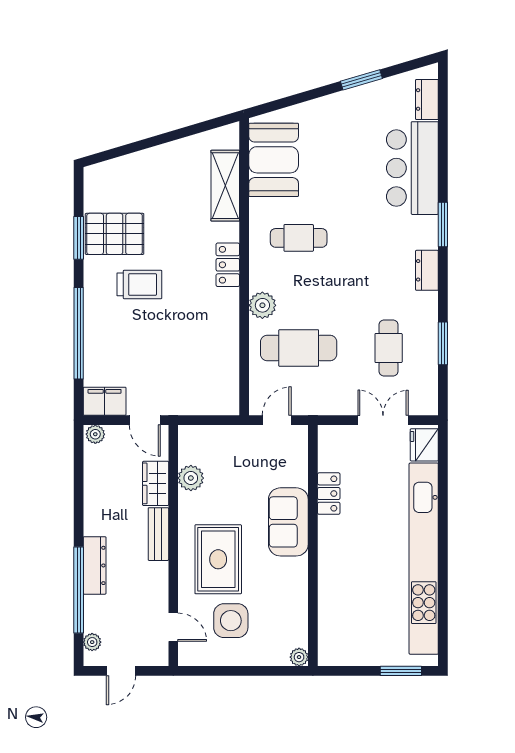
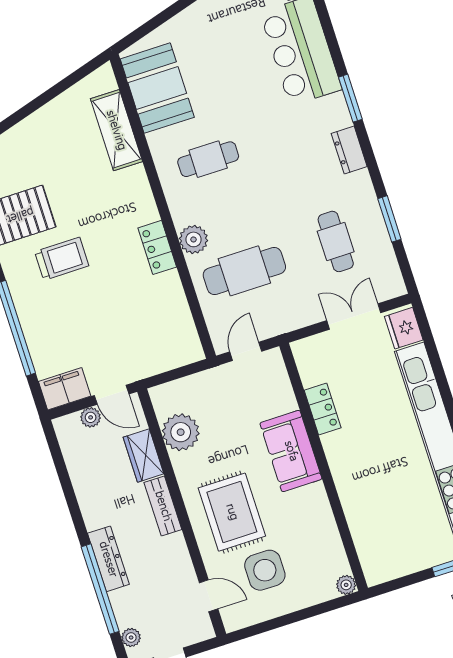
locker: (228, 265) -> (157, 247), moved
plant: (95, 434) -> (91, 417), moved
plant: (191, 478) -> (181, 432), width x1.36, depth x1.36

